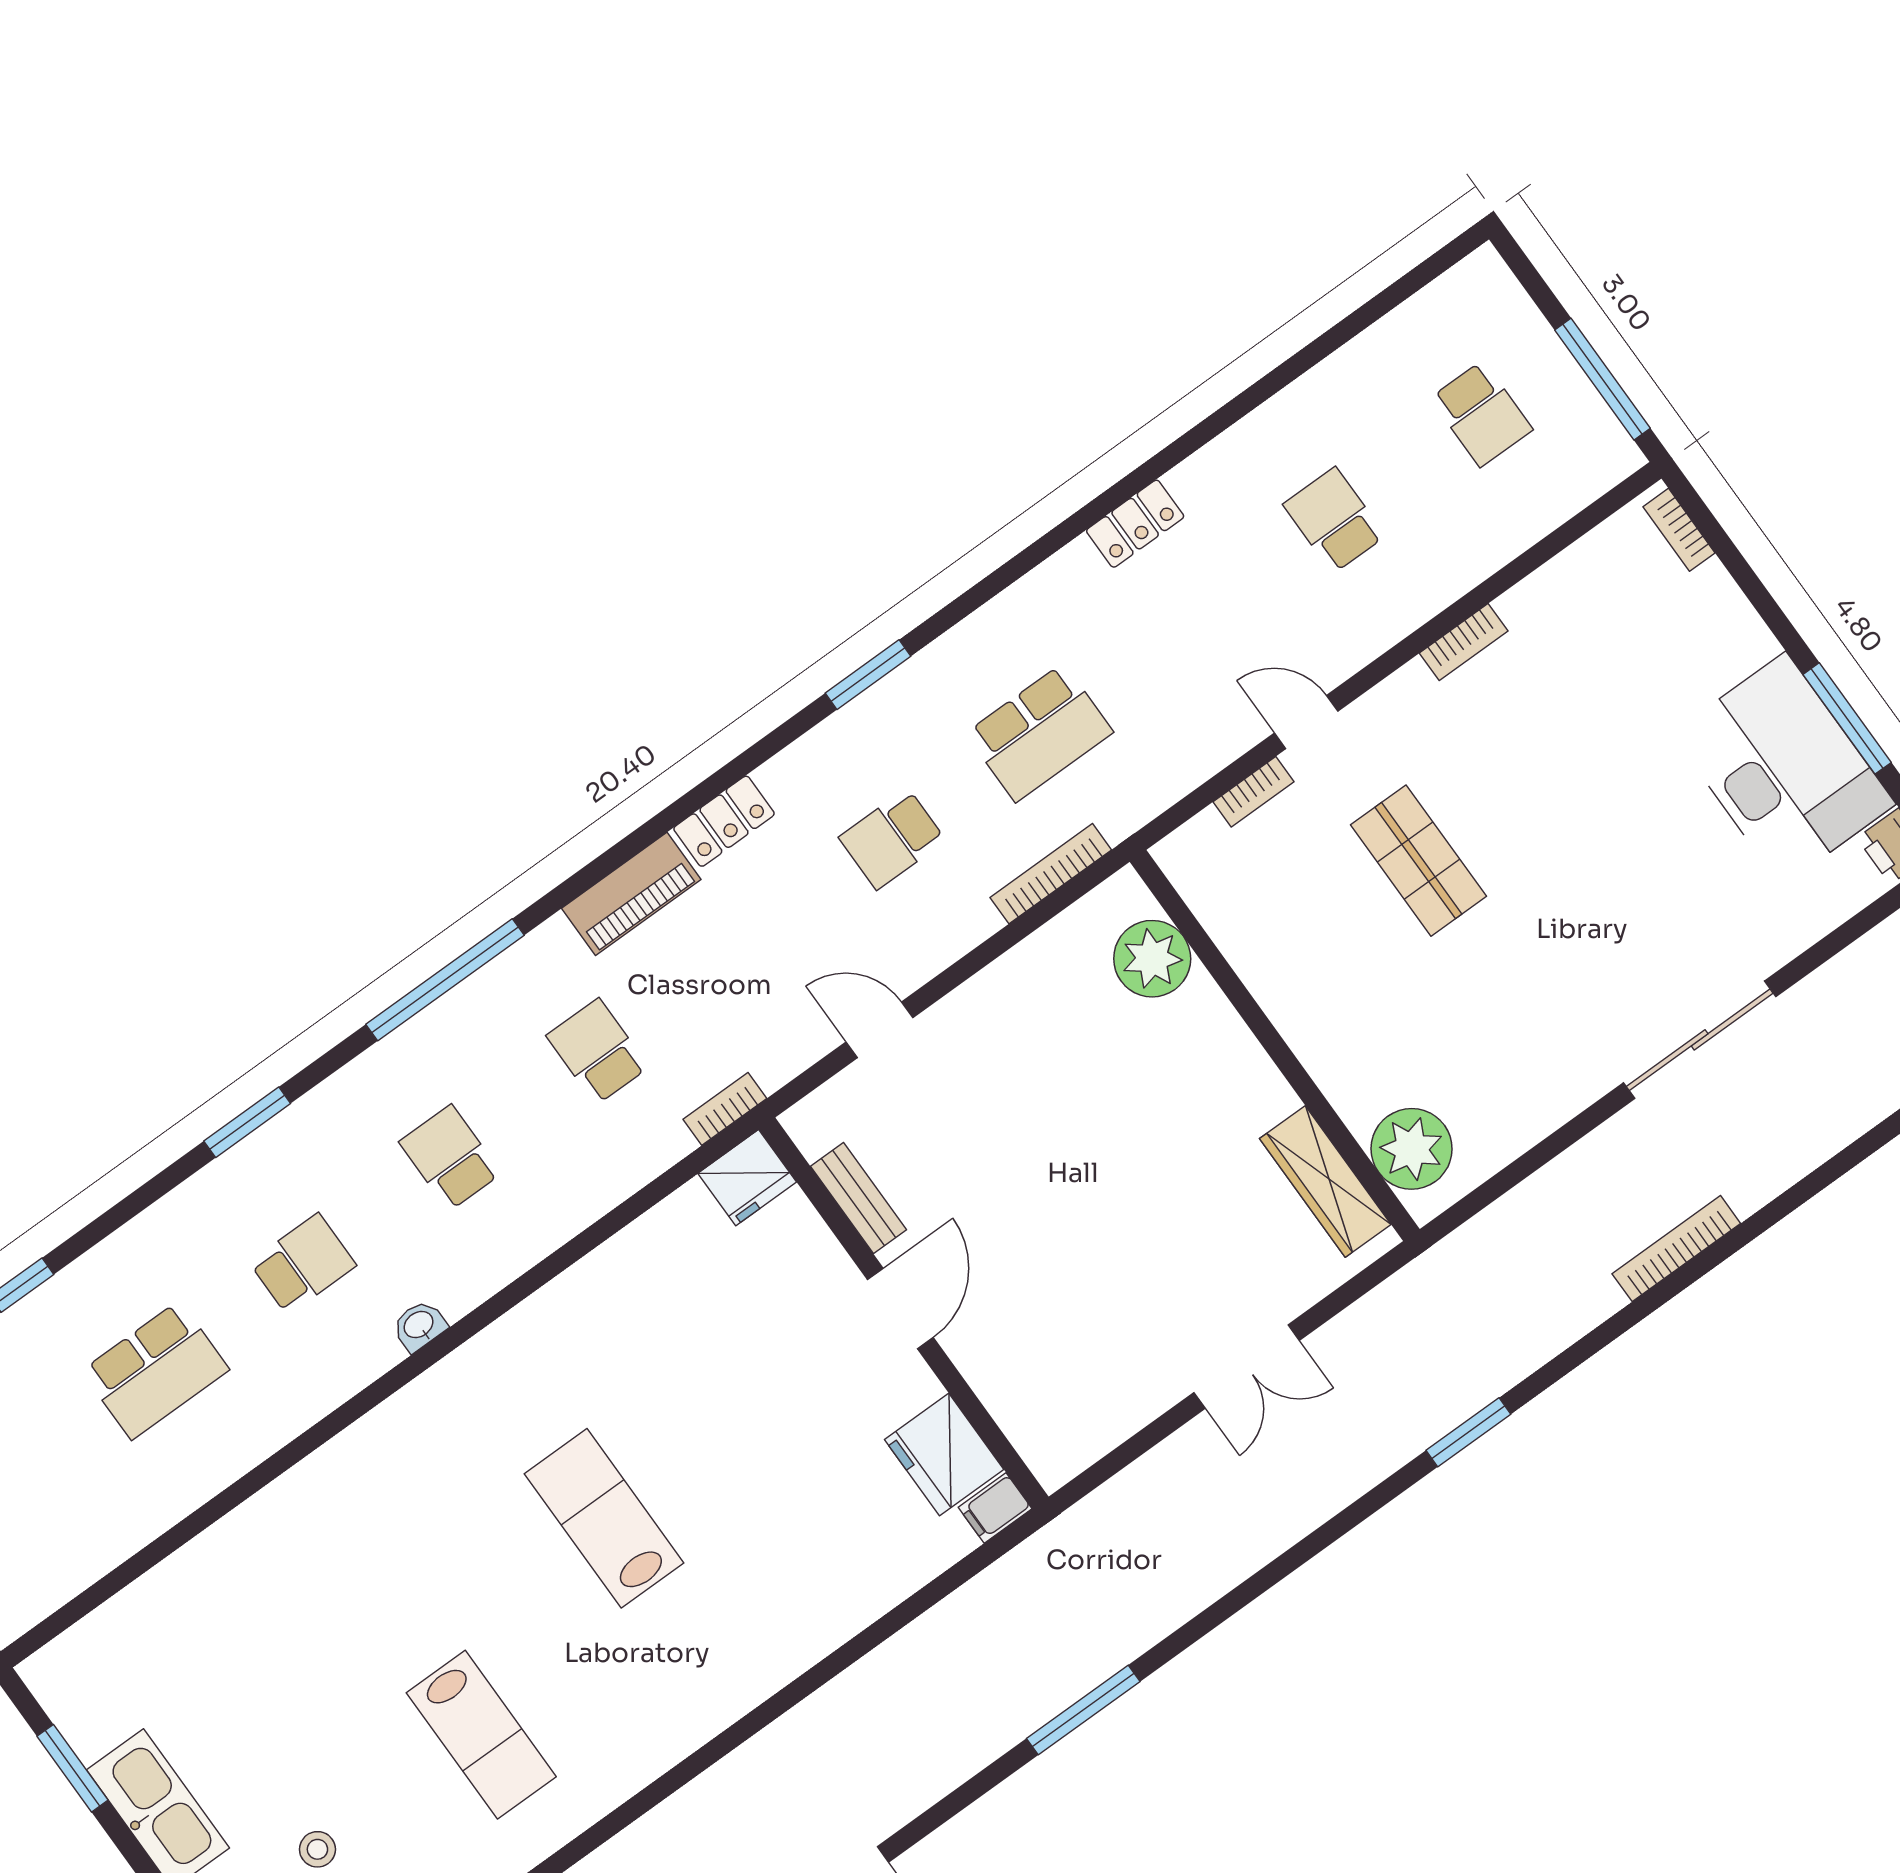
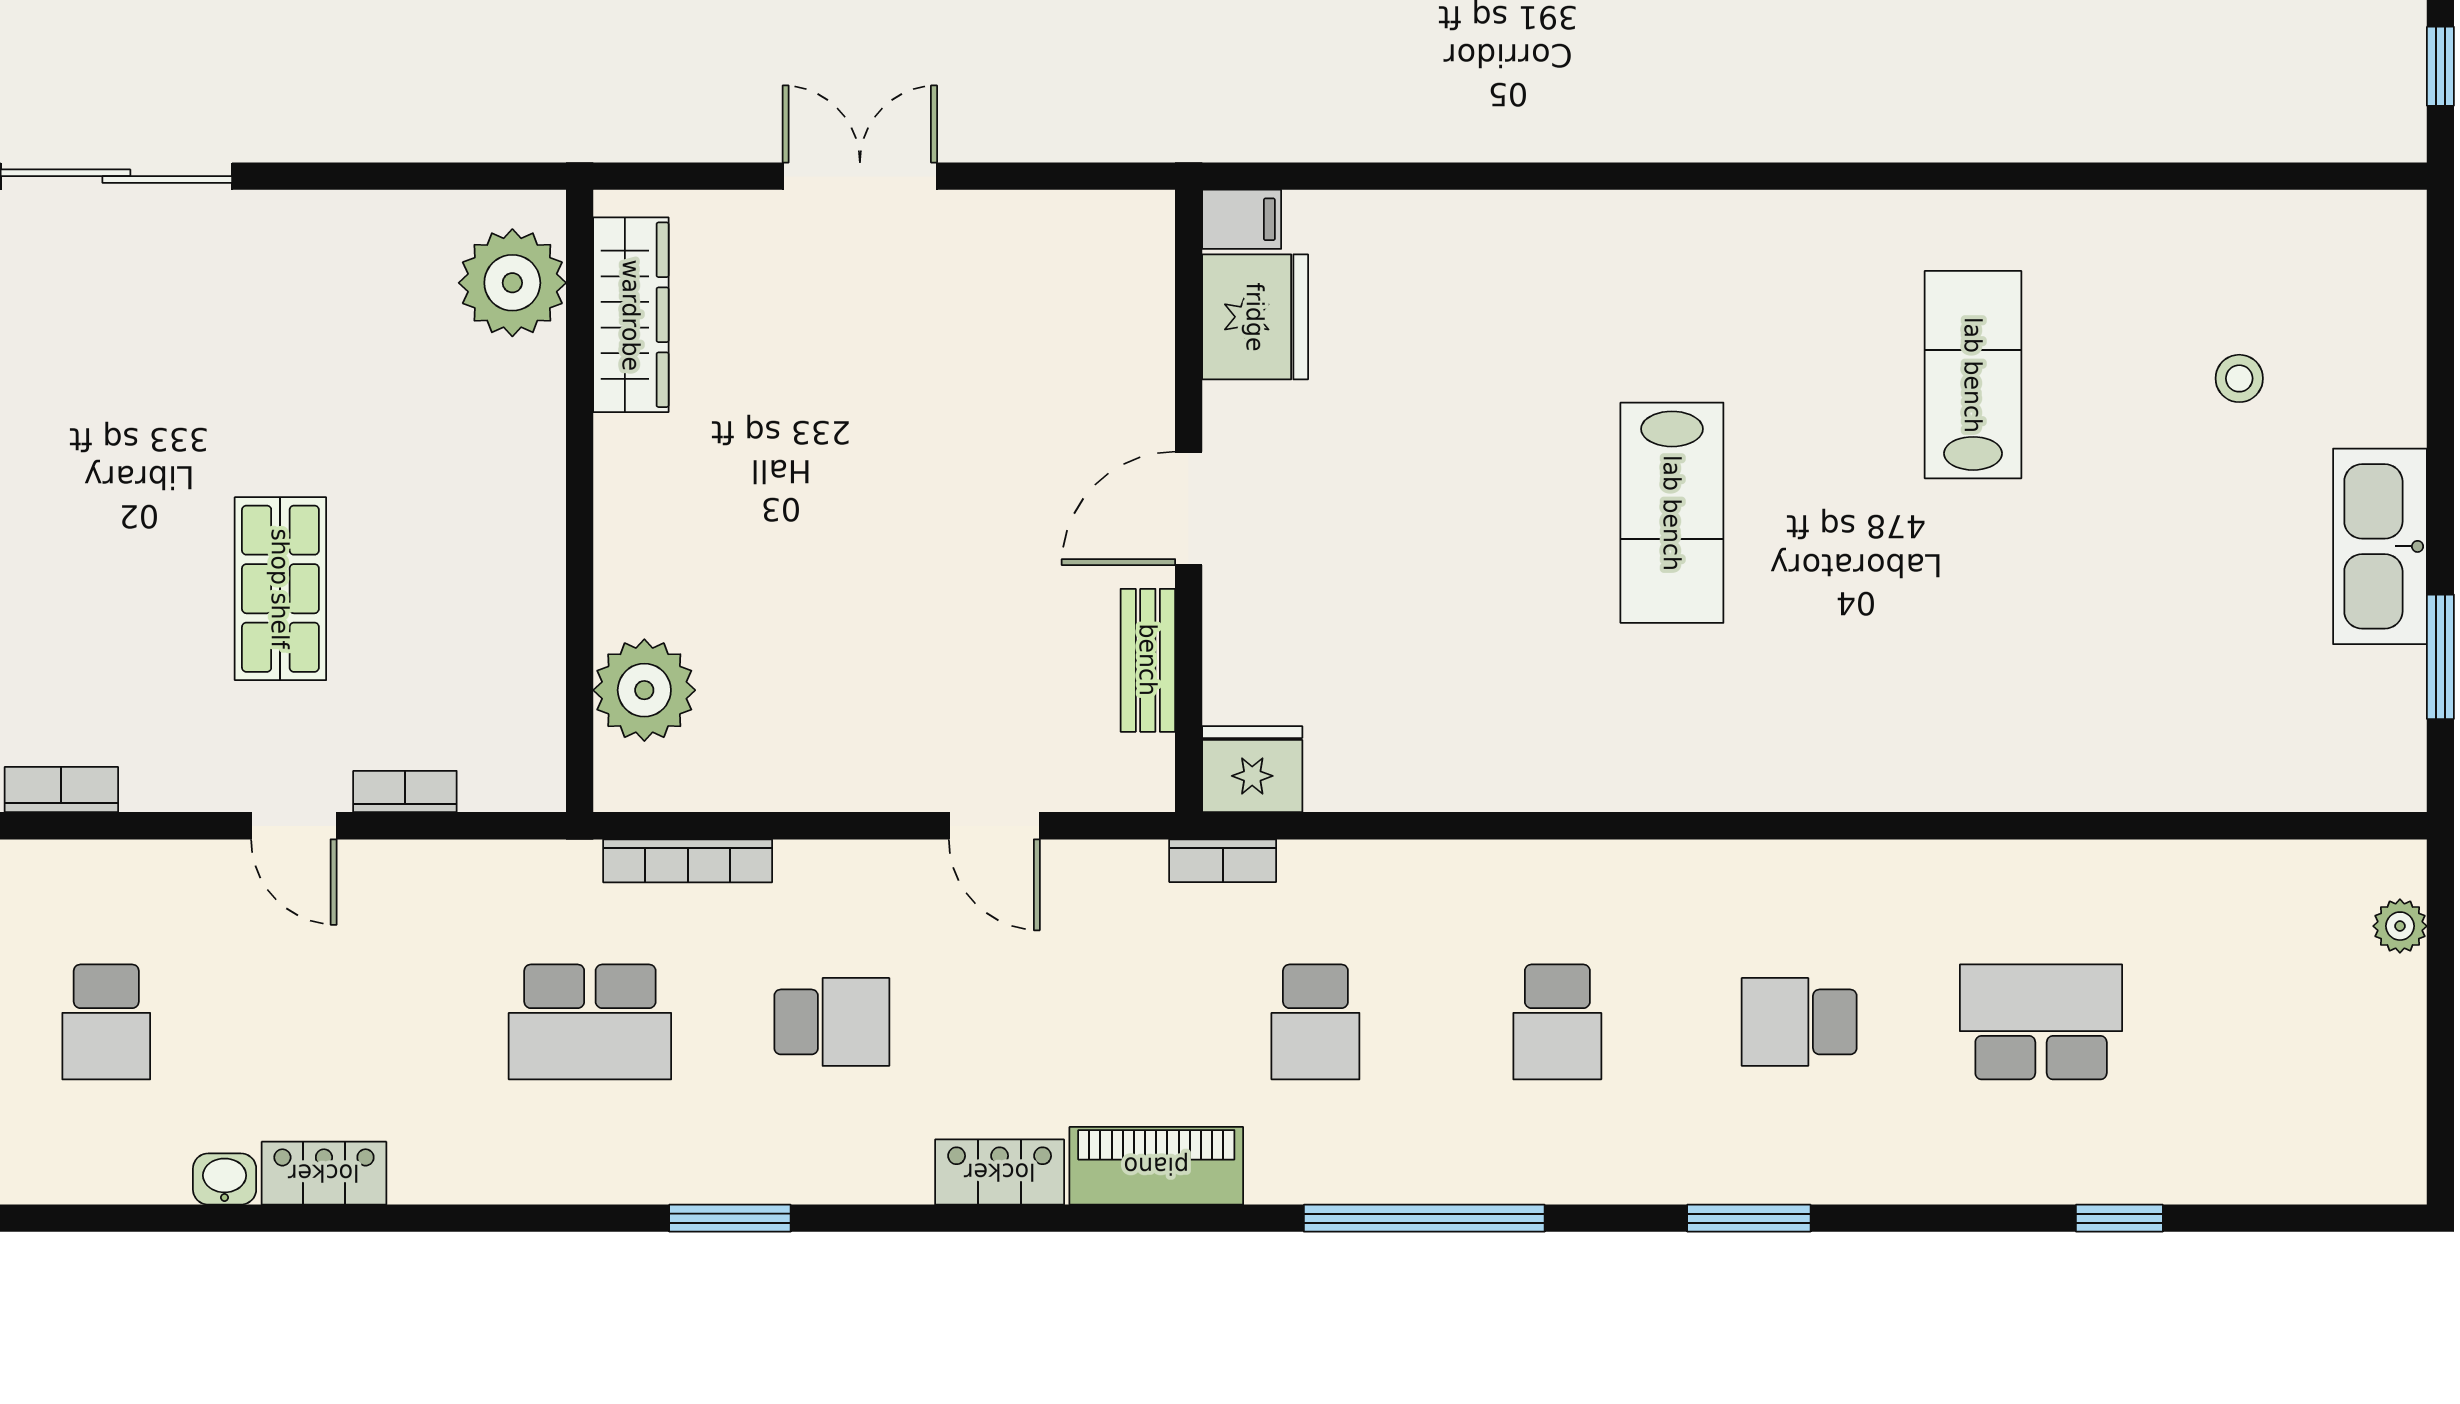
school desk: (1039, 733) -> (590, 1022), turned 180
washbasin: (419, 1325) -> (225, 1179), moved, turned 180

